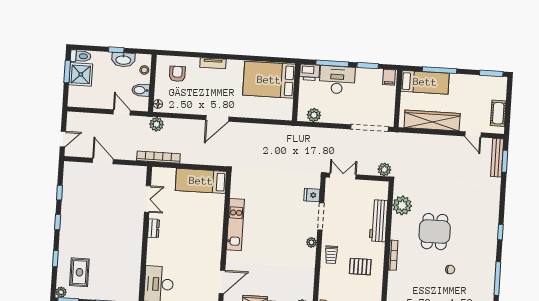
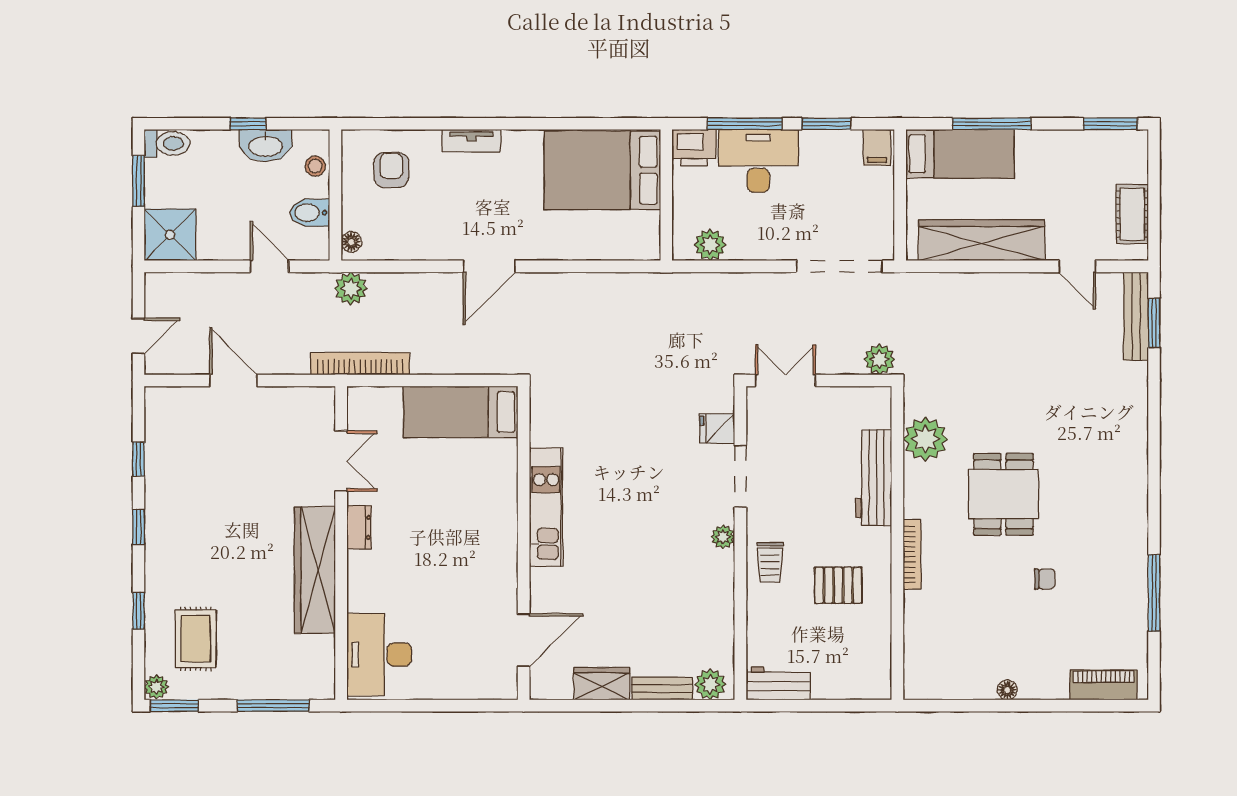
shower: (81, 74) -> (170, 235), moved
window: (500, 232) -> (1154, 486), removed
wardrobe: (133, 246) -> (315, 570), added

